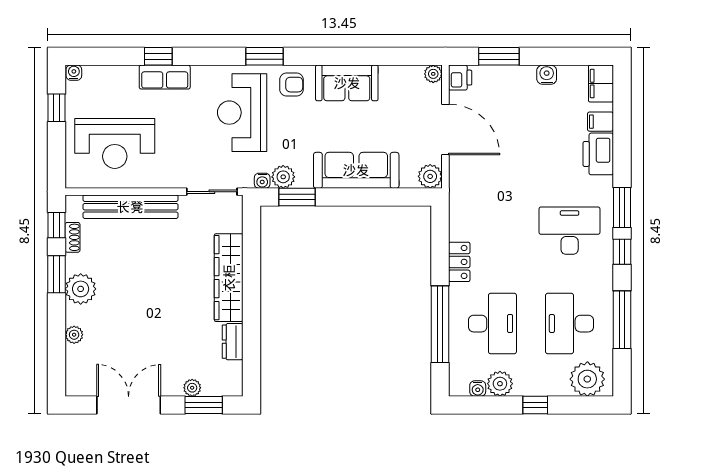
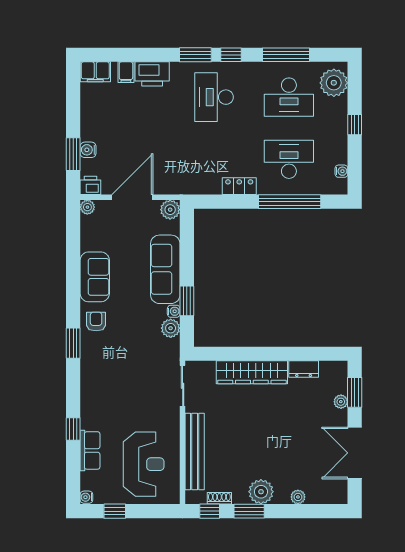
water cooler: (547, 75) -> (88, 150), moved
row of seats: (165, 77) -> (90, 450), moved
reception desk: (242, 113) -> (119, 361), removed
water cooler: (262, 181) -> (174, 311), moved
window: (297, 197) -> (187, 301), moved
plant: (500, 384) -> (338, 153), removed

